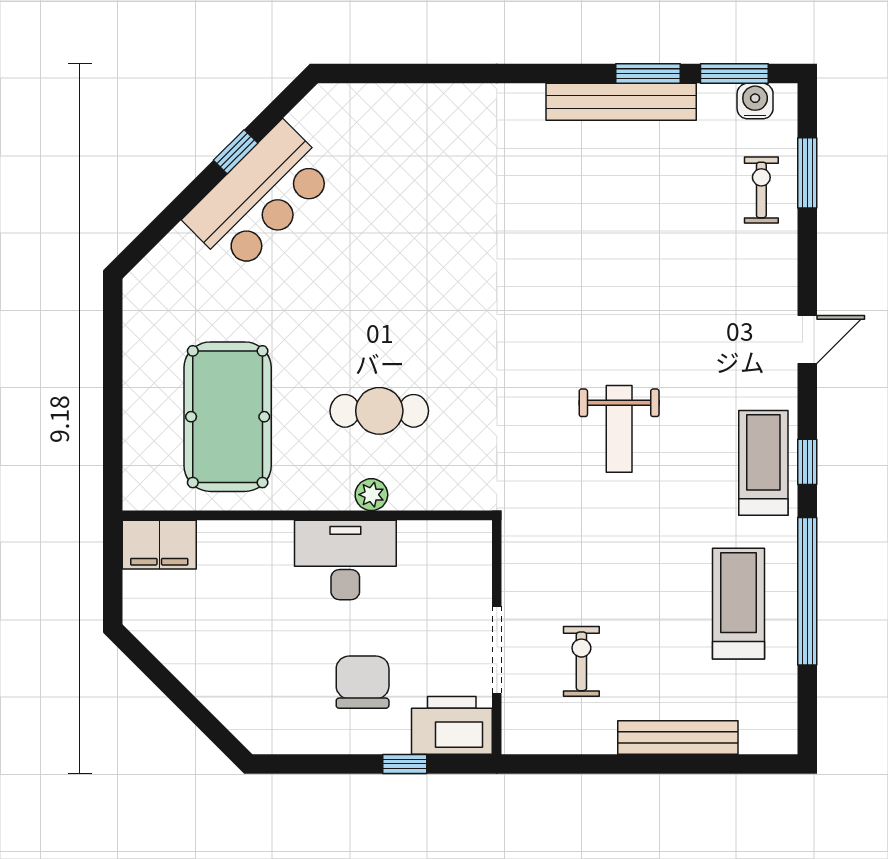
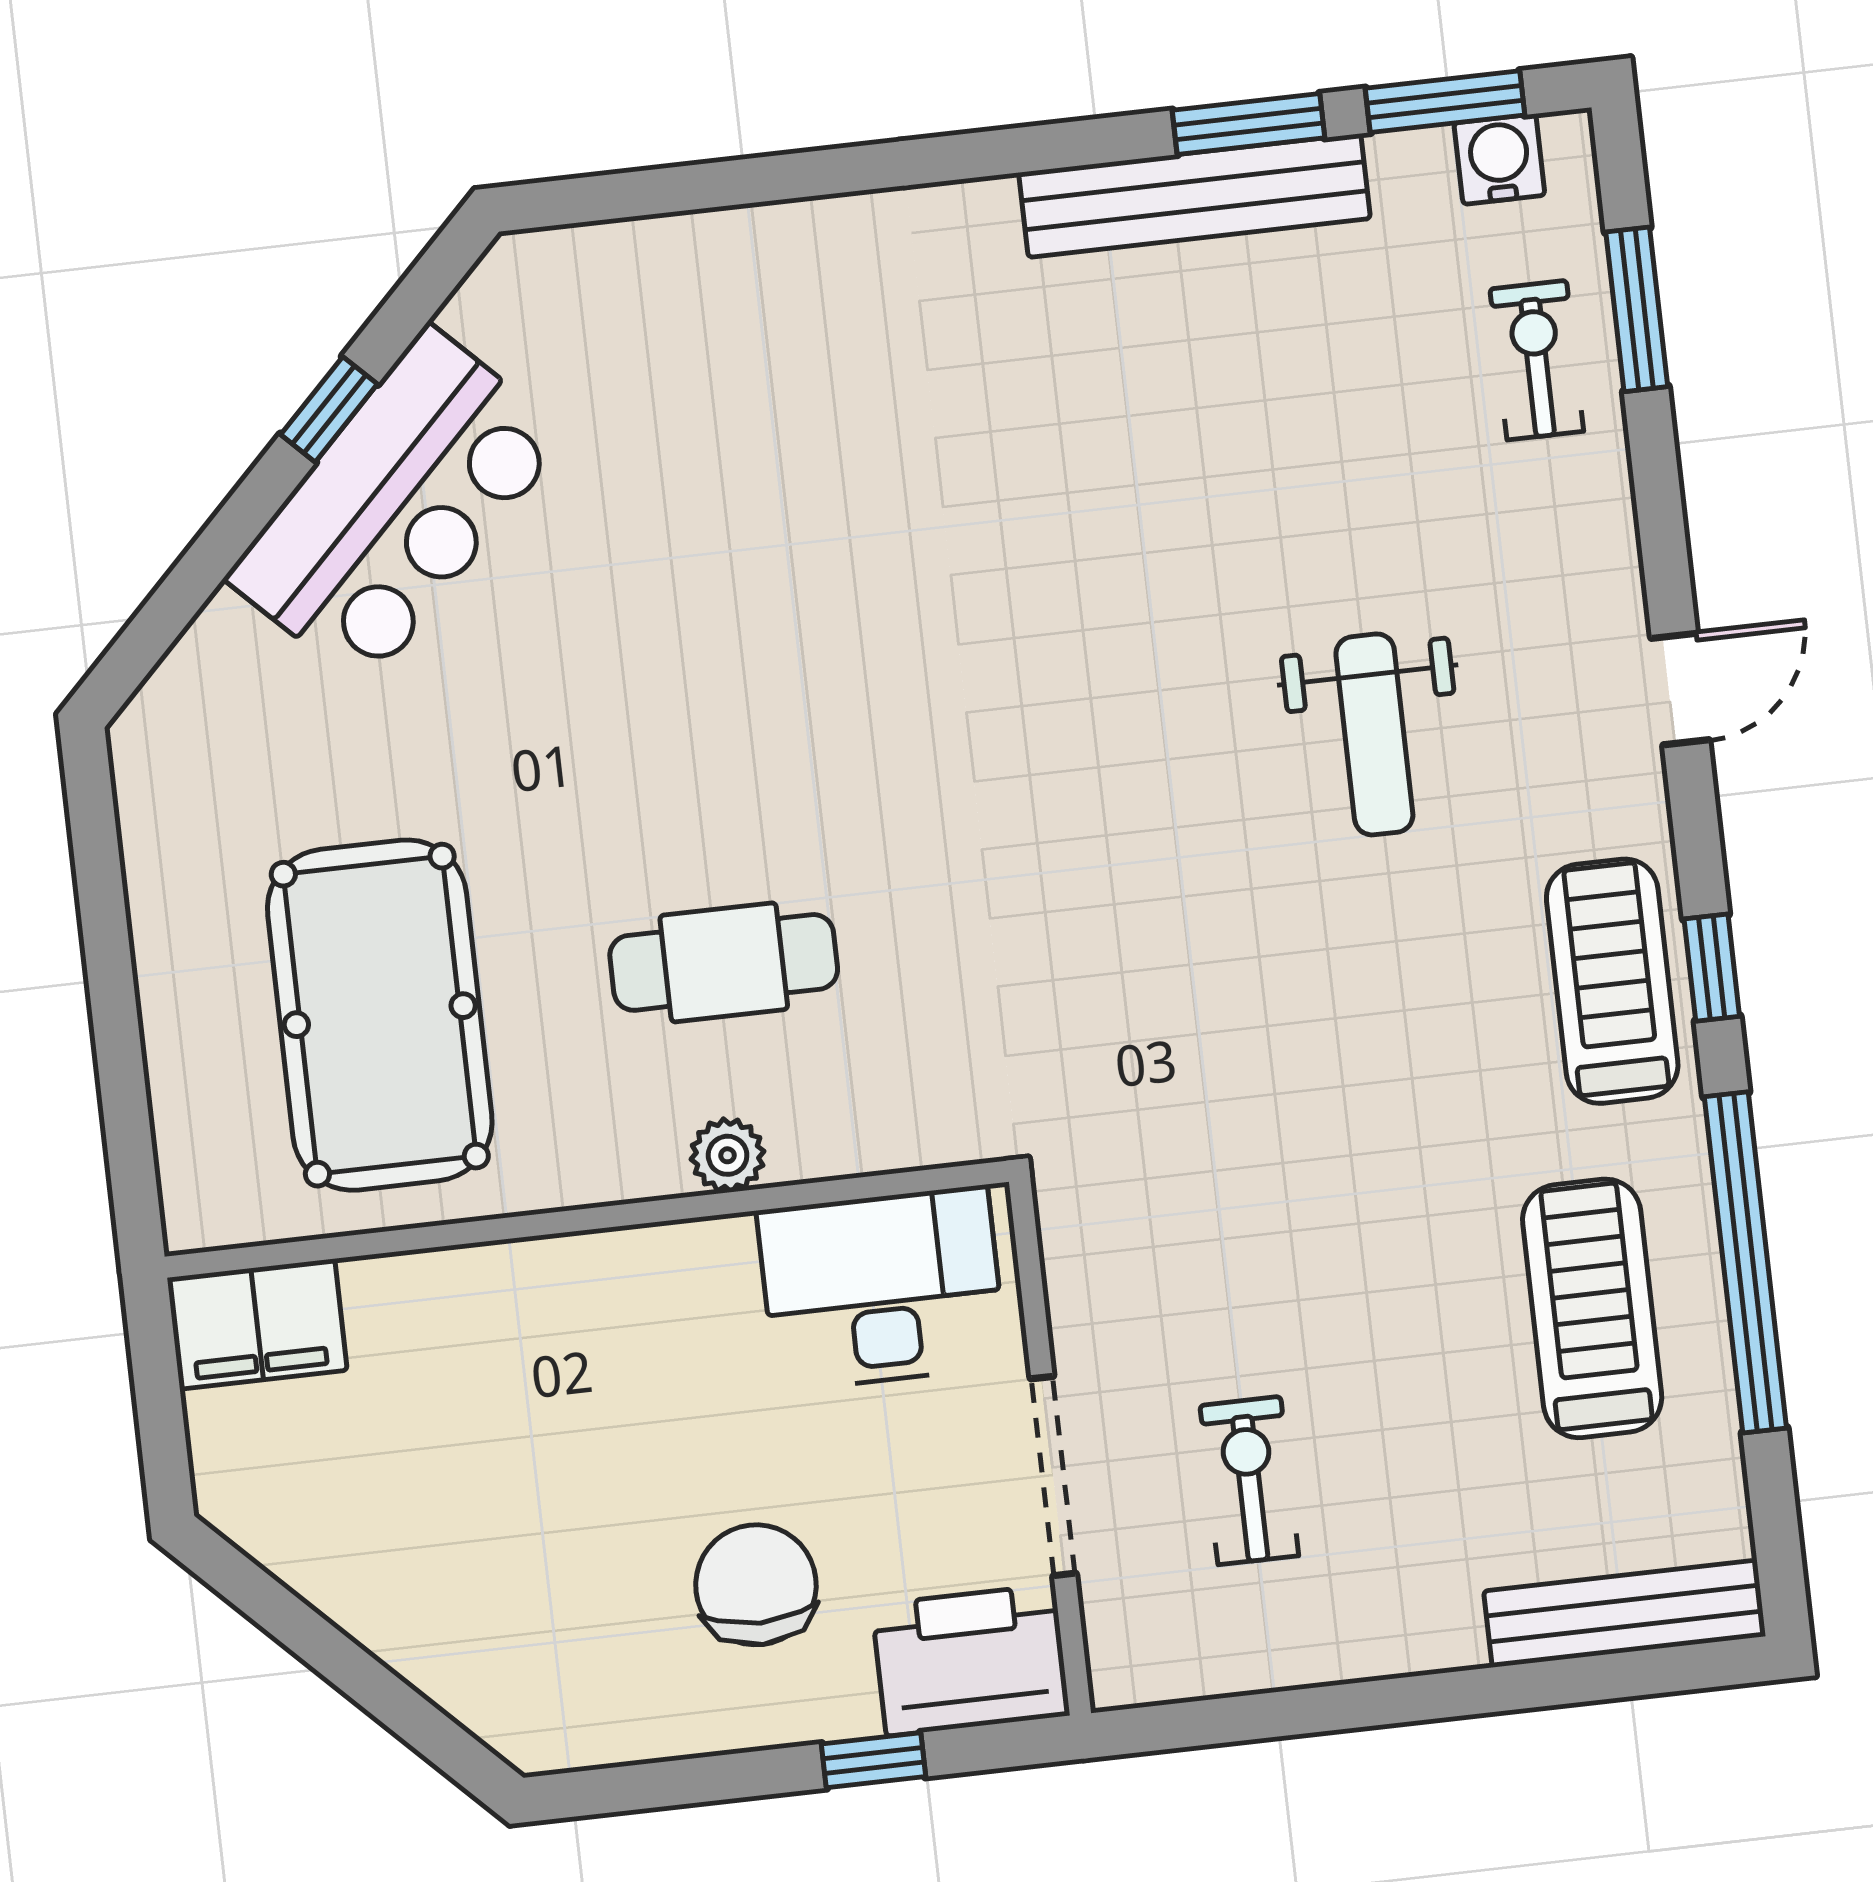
weight bench: (619, 429) -> (1374, 734), moved
desk: (345, 560) -> (882, 1288), moved
bench: (678, 738) -> (1625, 1614), moved

